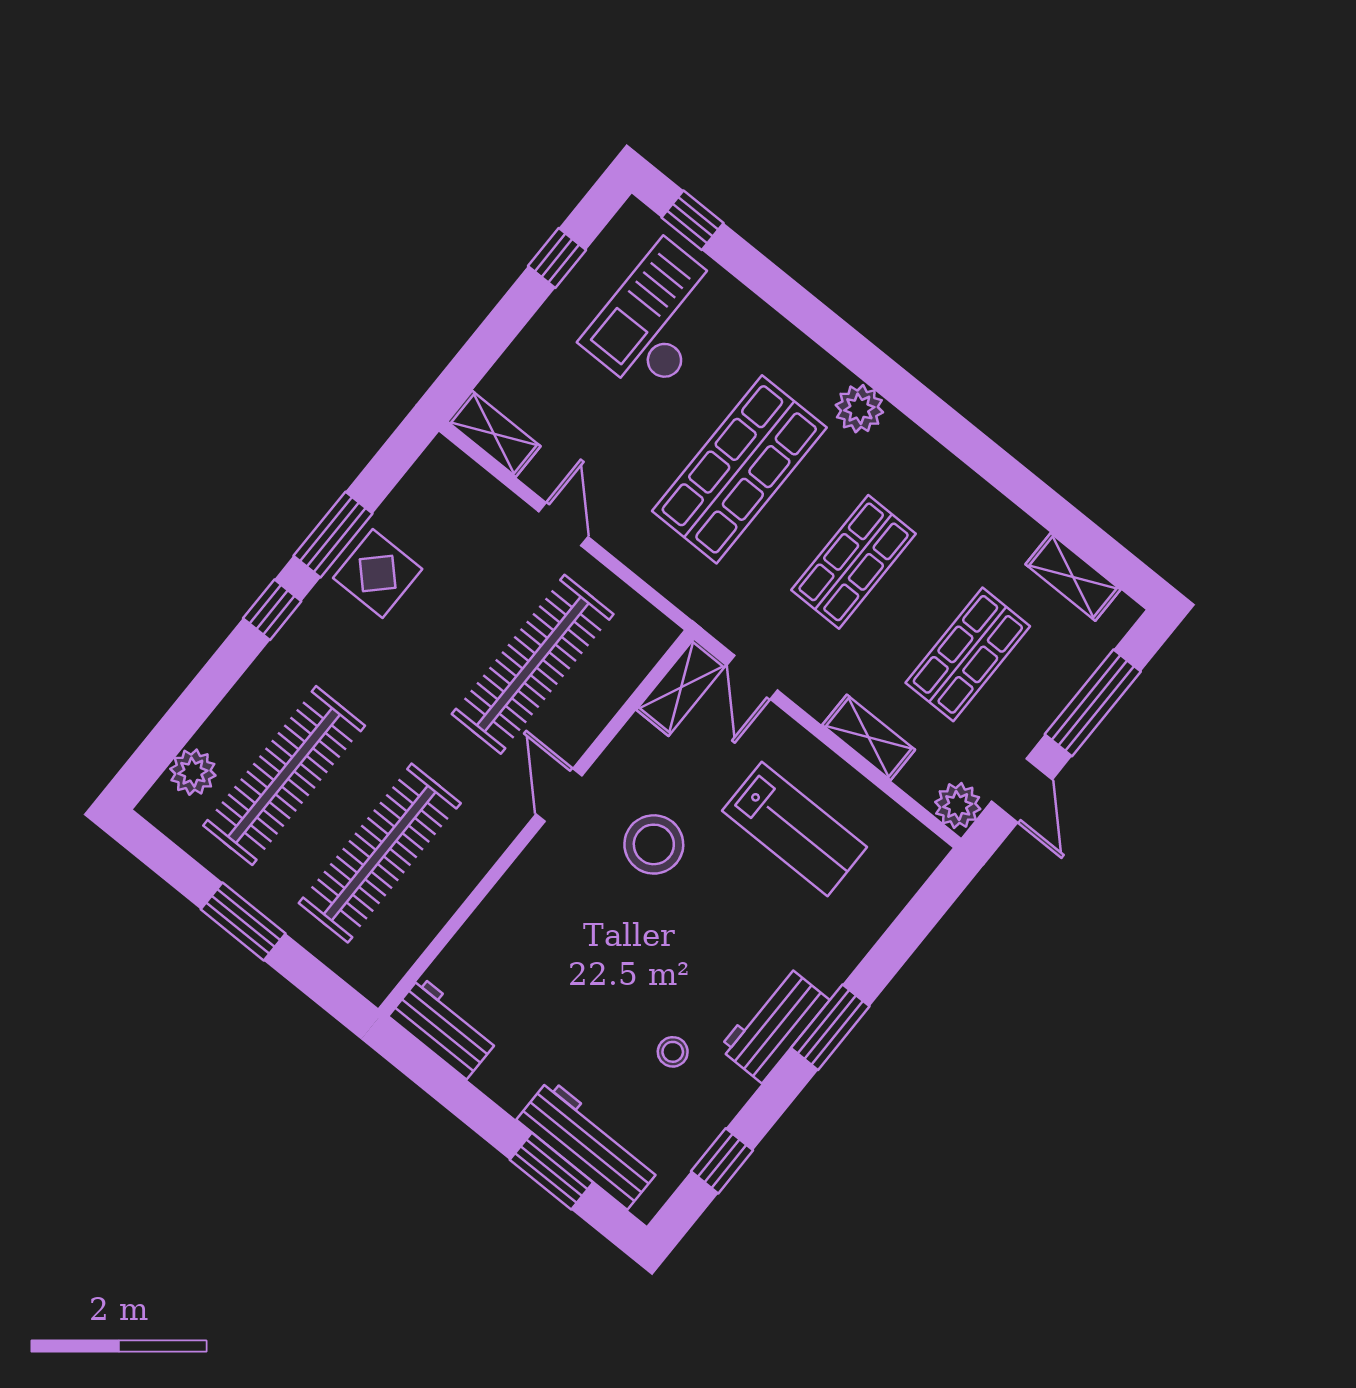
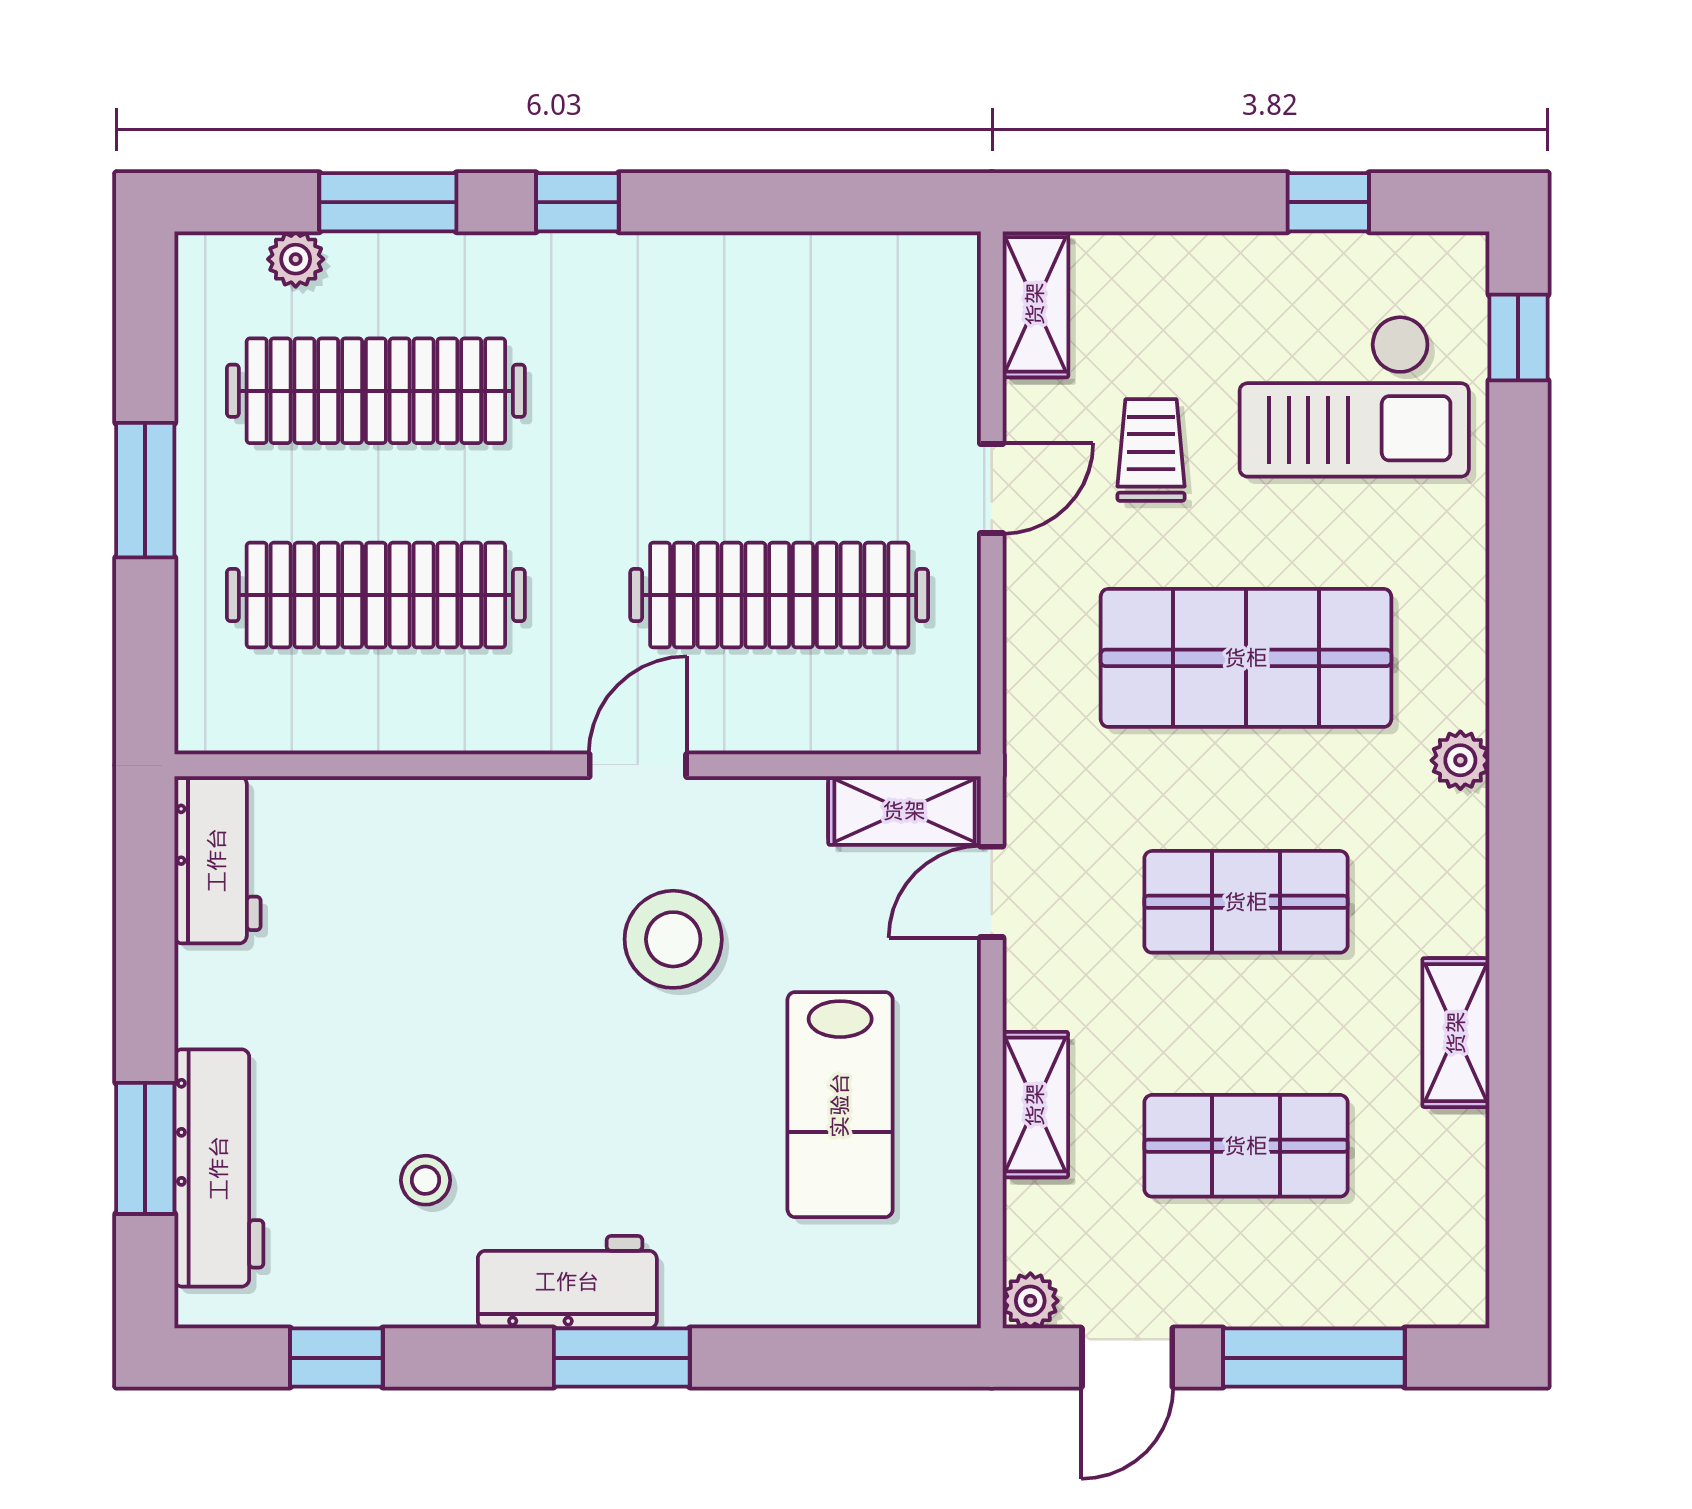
checkout: (658, 319) -> (1354, 396), turned 180
plant: (859, 409) -> (1460, 760), width x0.73, depth x0.73
trolley: (606, 435) -> (1151, 450), added
window: (333, 535) -> (388, 202), moved
display table: (378, 573) -> (734, 300), removed
shelving: (1073, 577) -> (1456, 1033), moved
plant: (193, 772) -> (296, 259), width x0.73, depth x0.73
plant: (958, 805) -> (1030, 1301), width x0.73, depth x0.73

